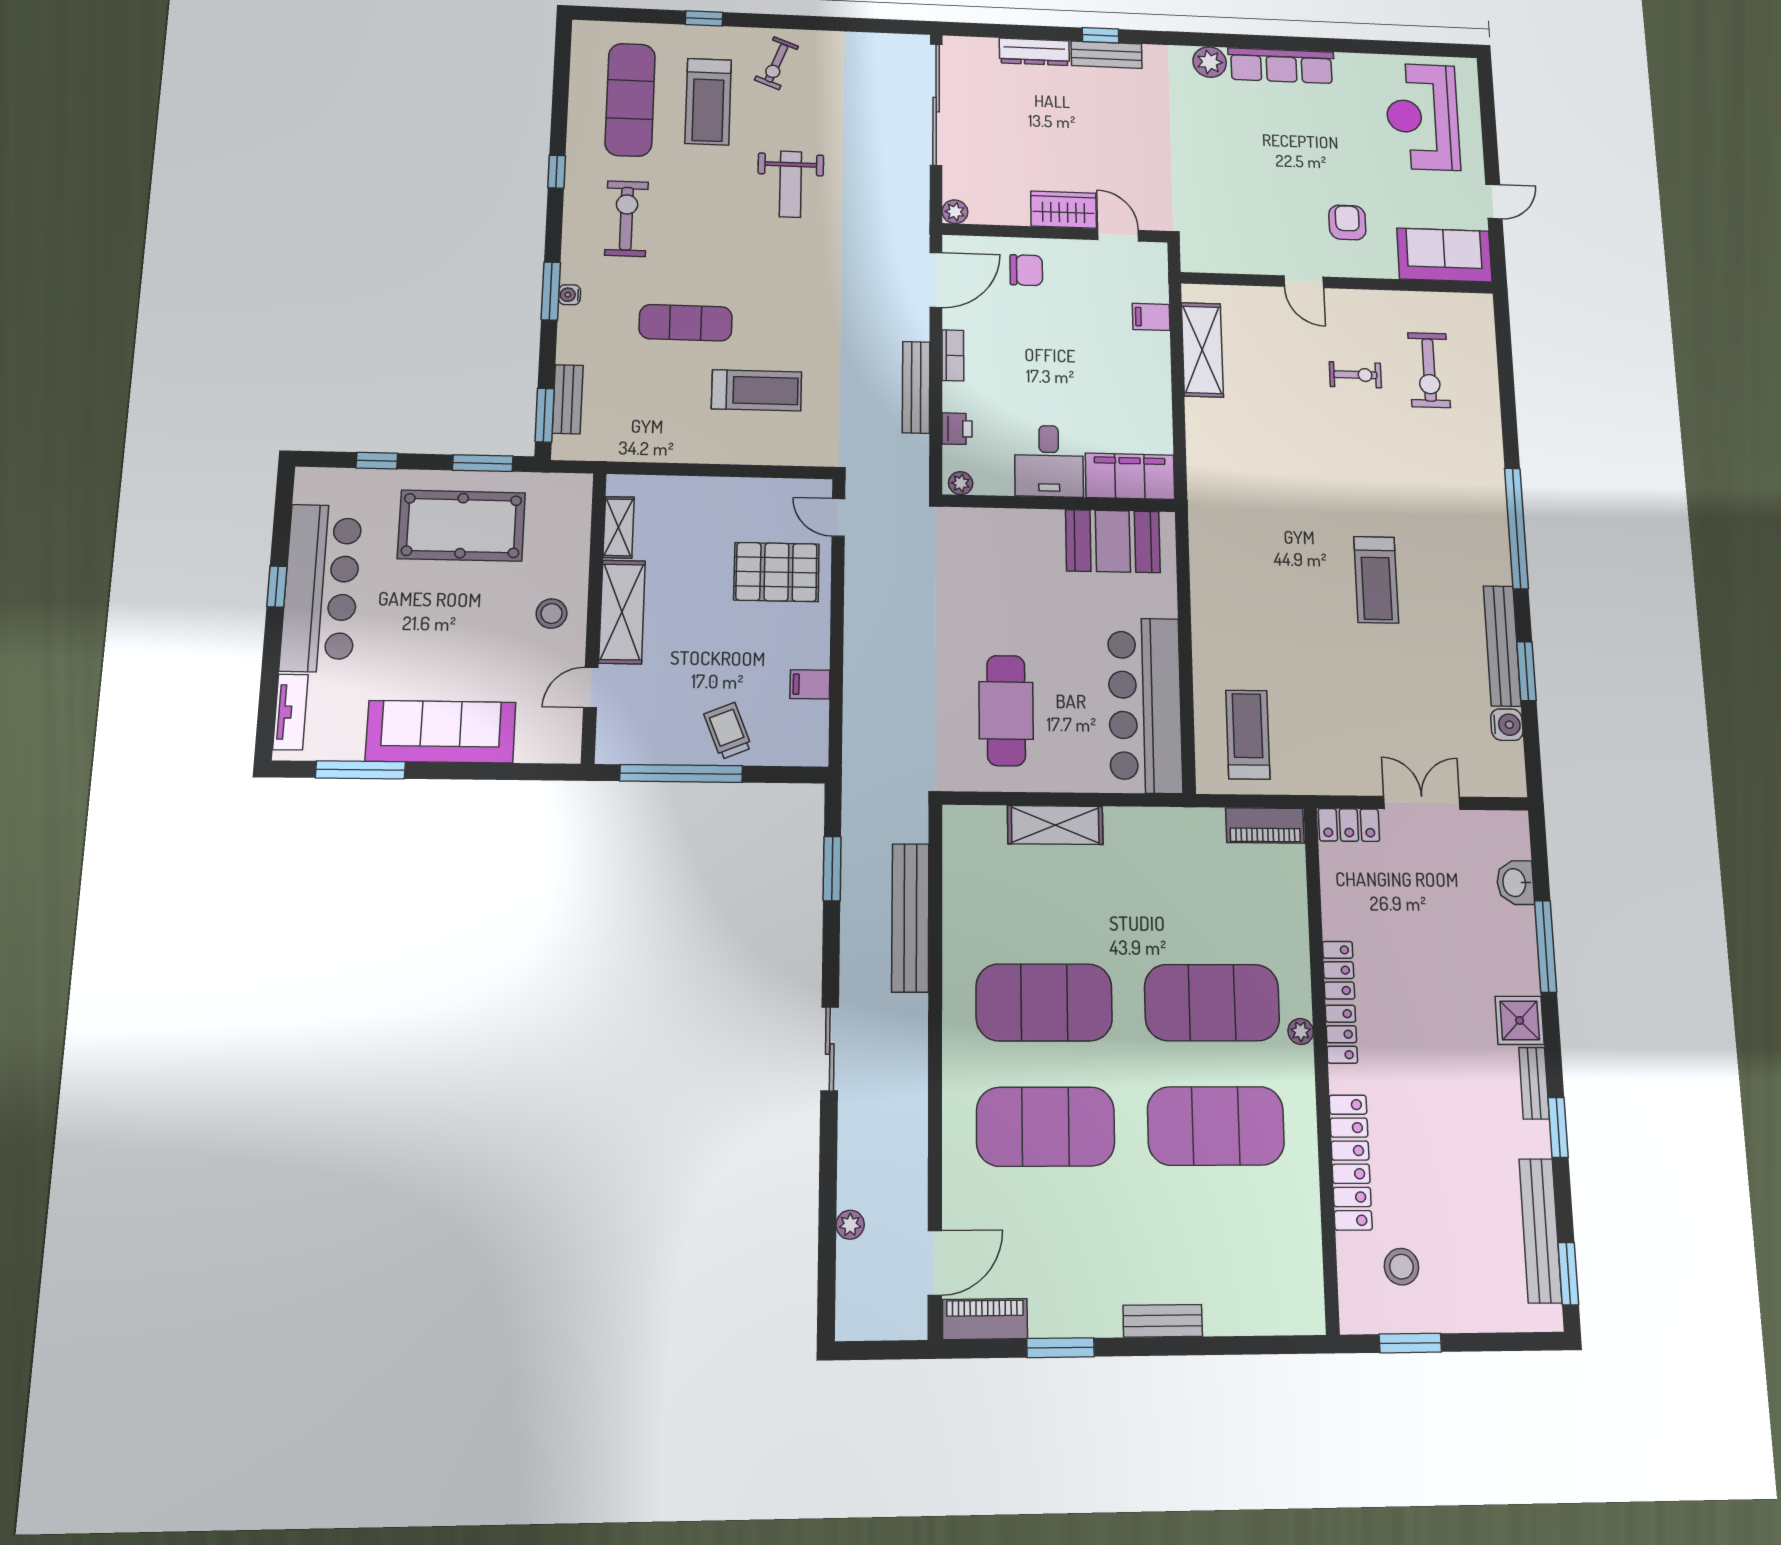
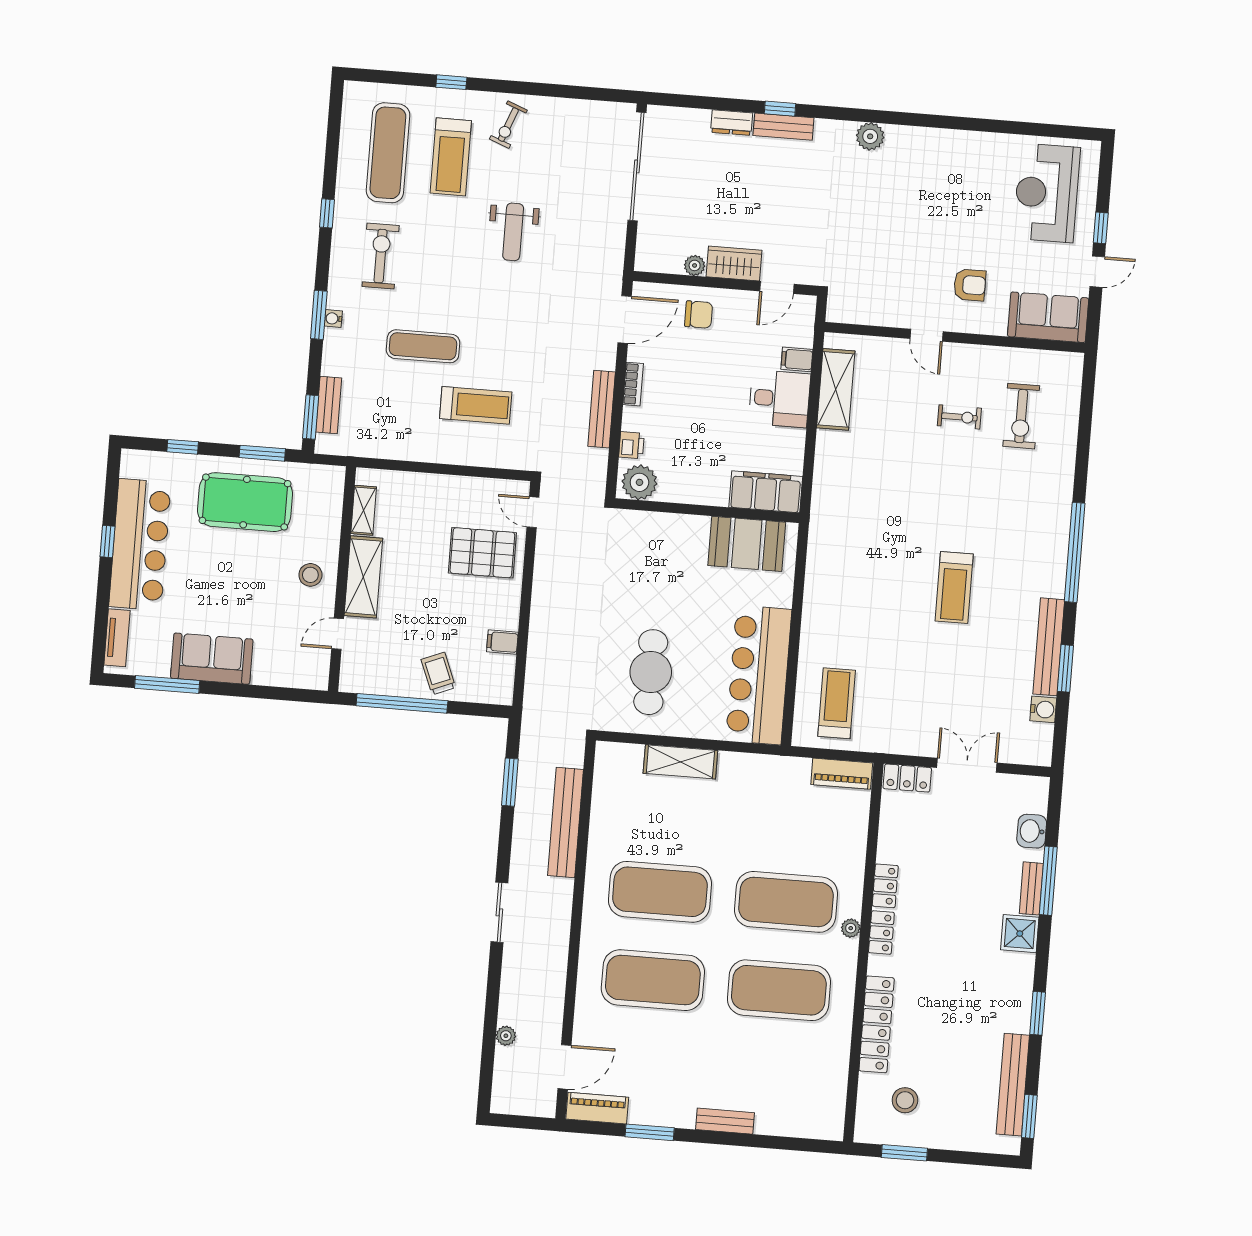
dresser: (1034, 52) -> (732, 123), width x0.70
row of seats: (1281, 66) -> (931, 142), removed
window: (1490, 153) -> (1101, 228), added
plant: (955, 212) -> (695, 265), moved
armchair: (1347, 222) -> (970, 285), turned 90
door: (1118, 235) -> (777, 288), swing flipped
desk: (1049, 461) -> (779, 399), moved, turned -90
plant: (961, 483) -> (639, 482), width x1.88, depth x1.88
sofa: (441, 732) -> (212, 659), width x0.73
bench: (1534, 1083) -> (1031, 888), moved

